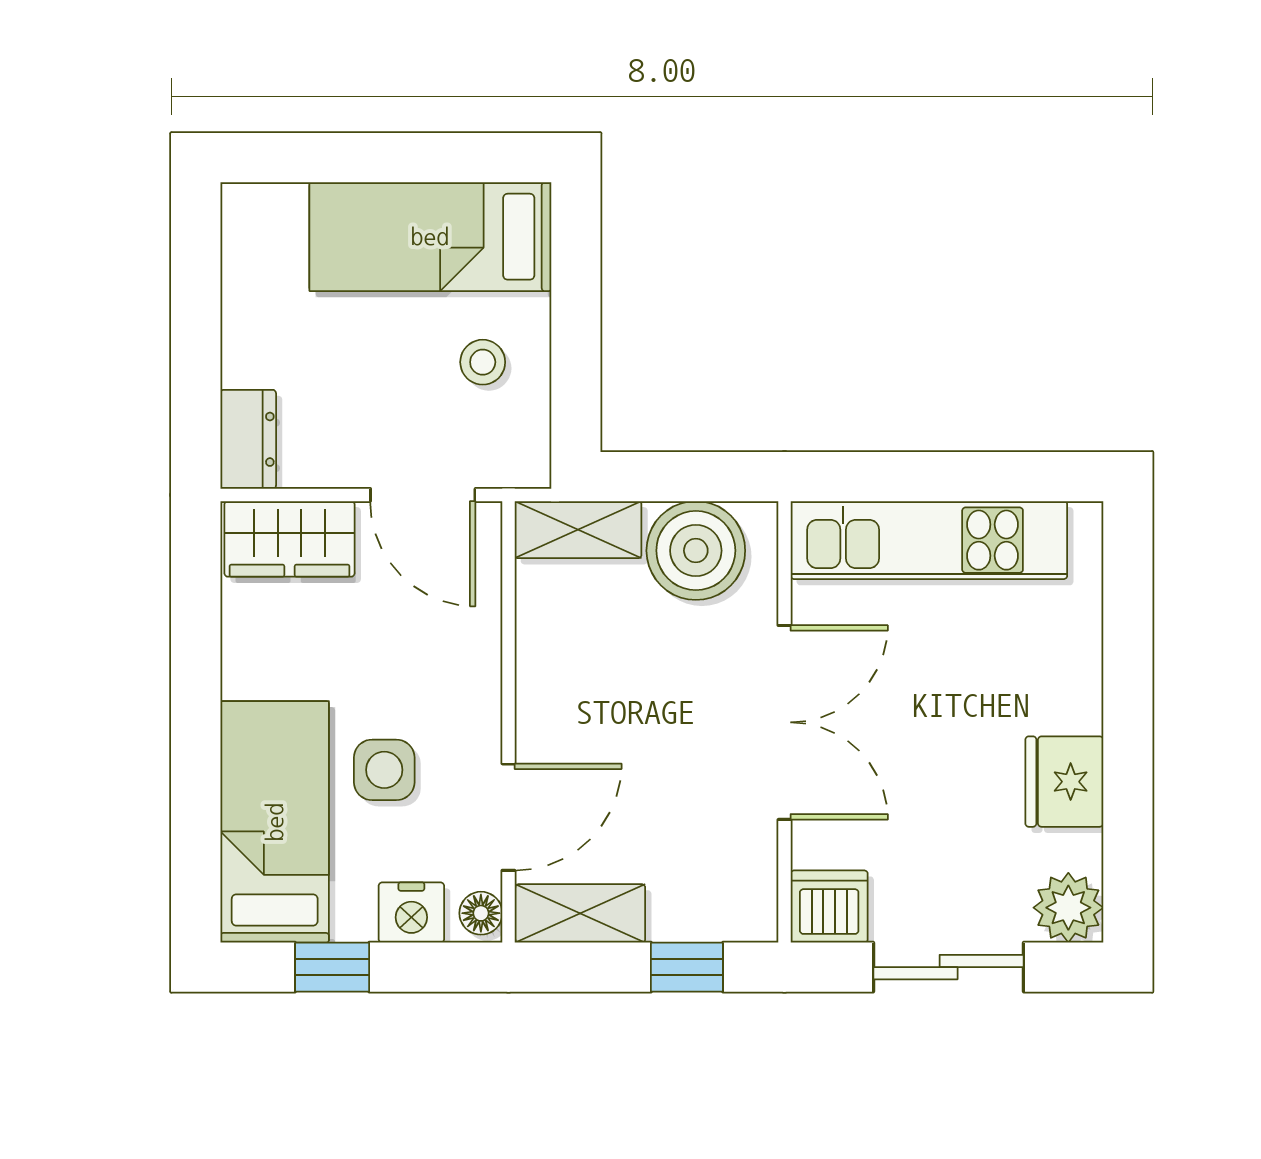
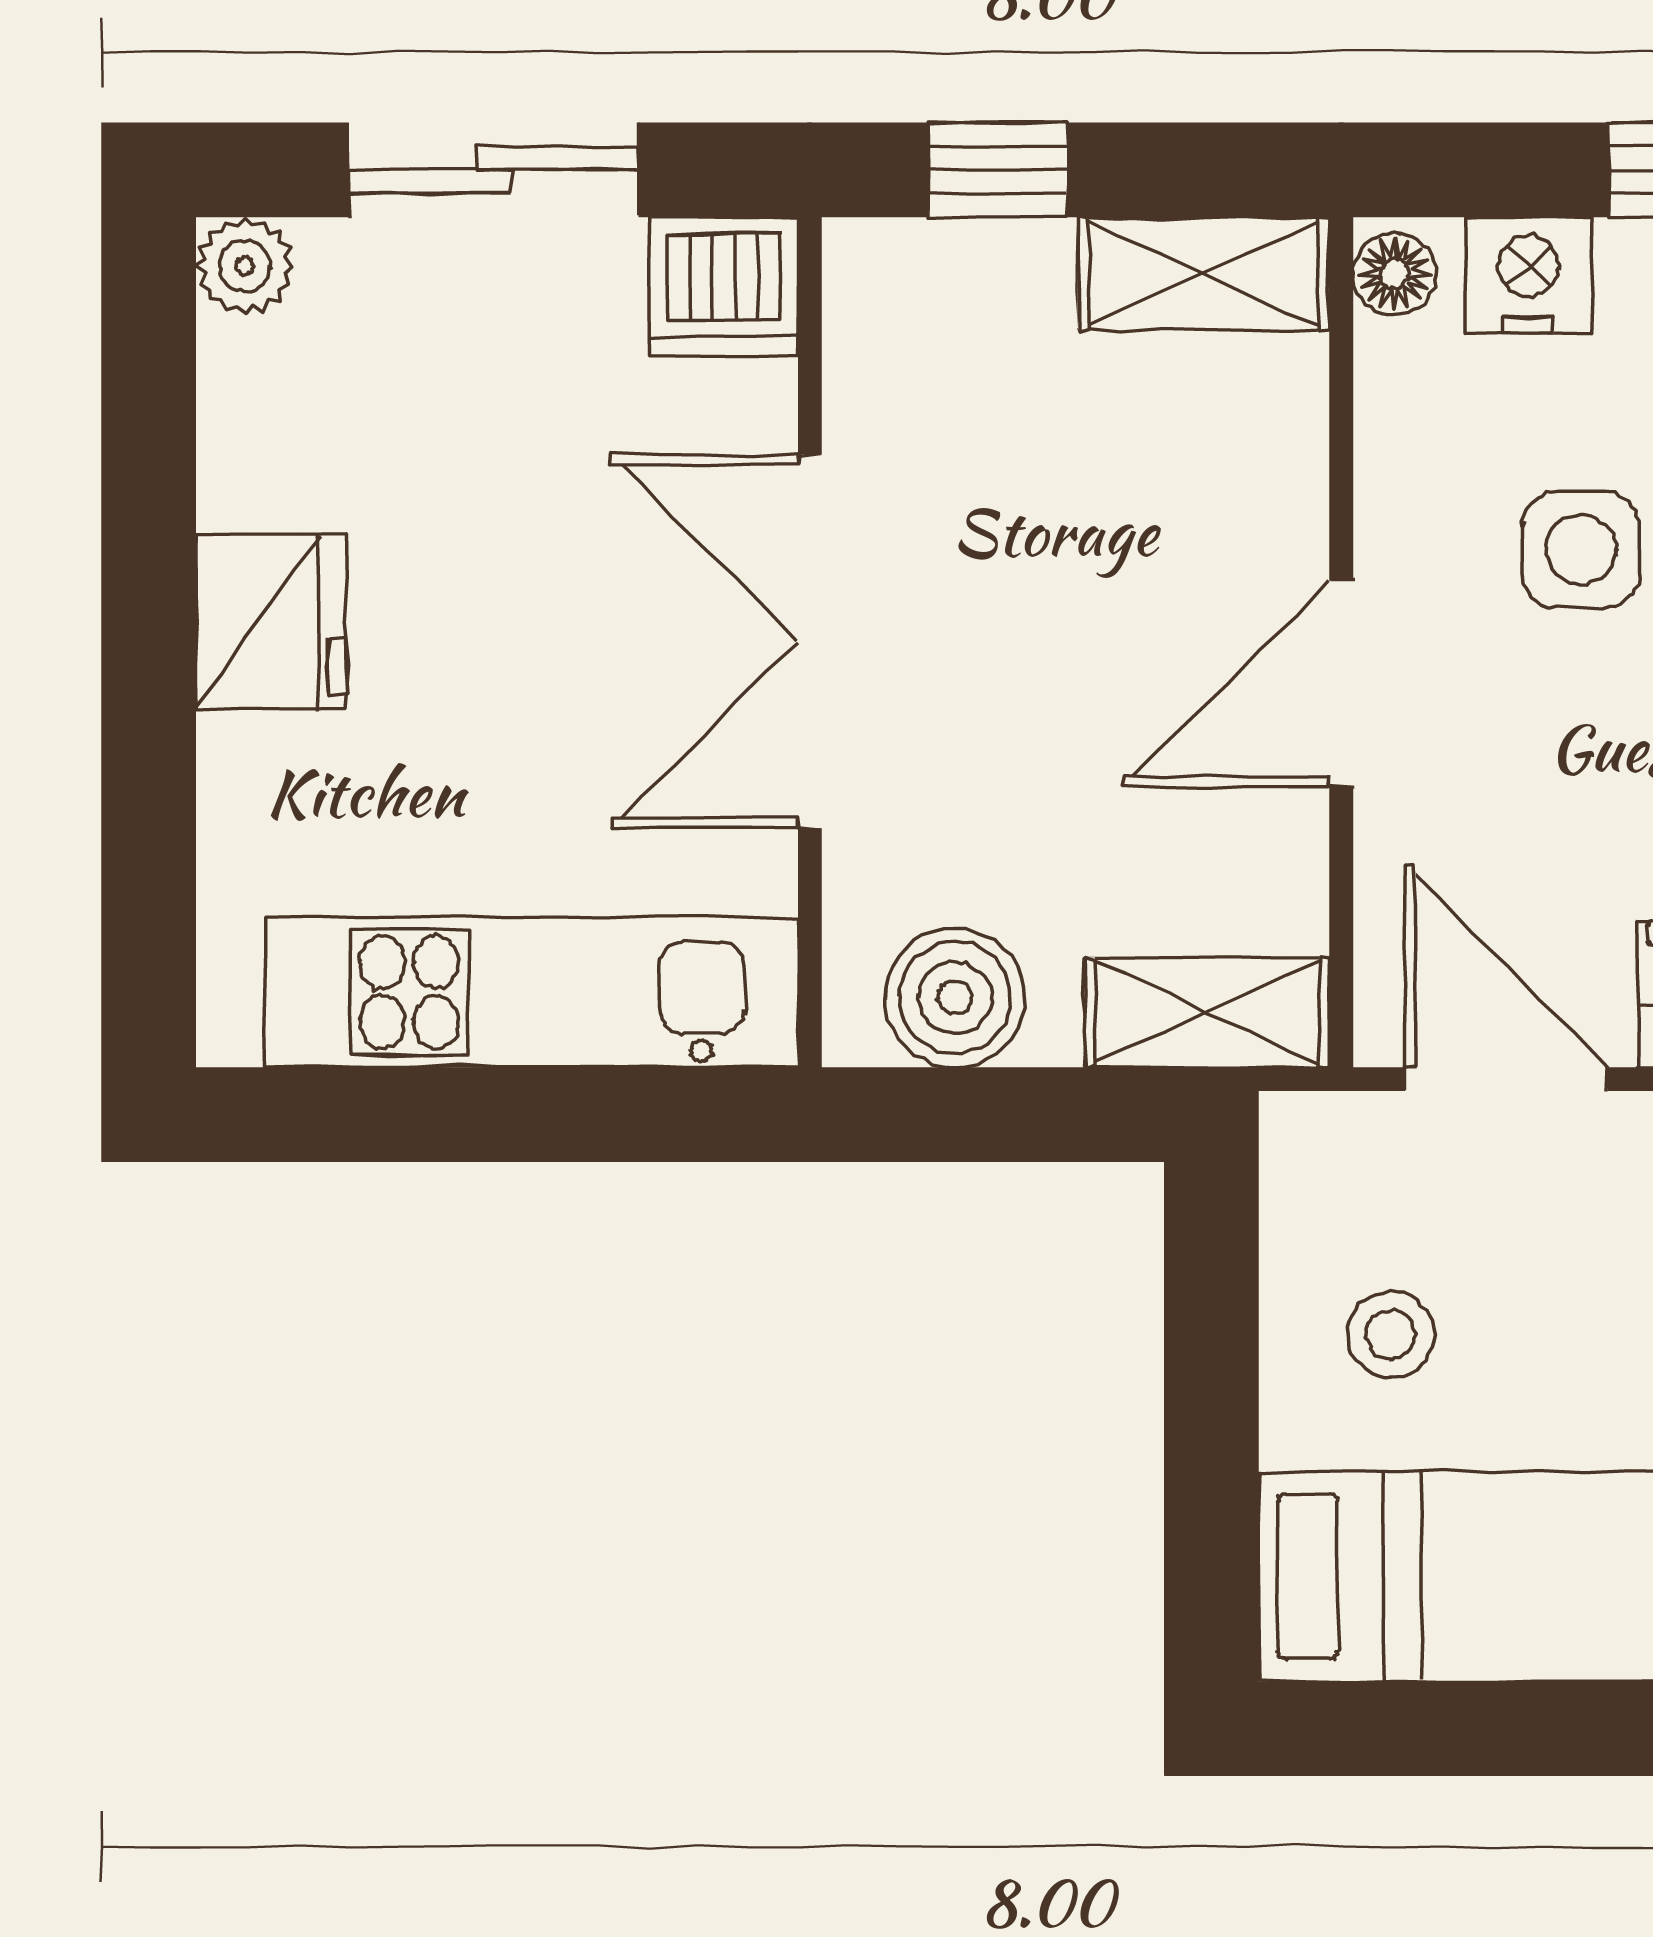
boiler: (696, 551) -> (955, 998), width x0.73, depth x0.73
fridge: (1064, 782) -> (271, 622), moved
door: (508, 817) -> (1341, 684), moved
plant: (1068, 908) -> (245, 266), width x0.73, depth x0.73

